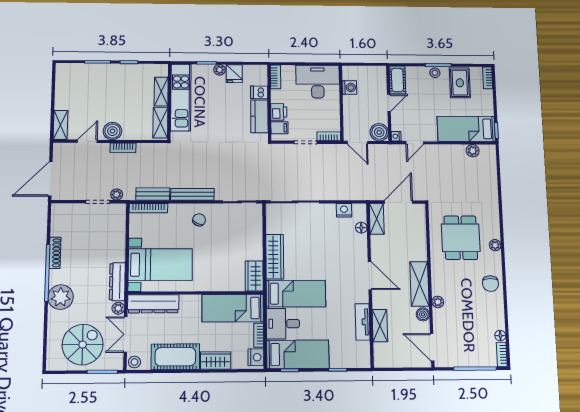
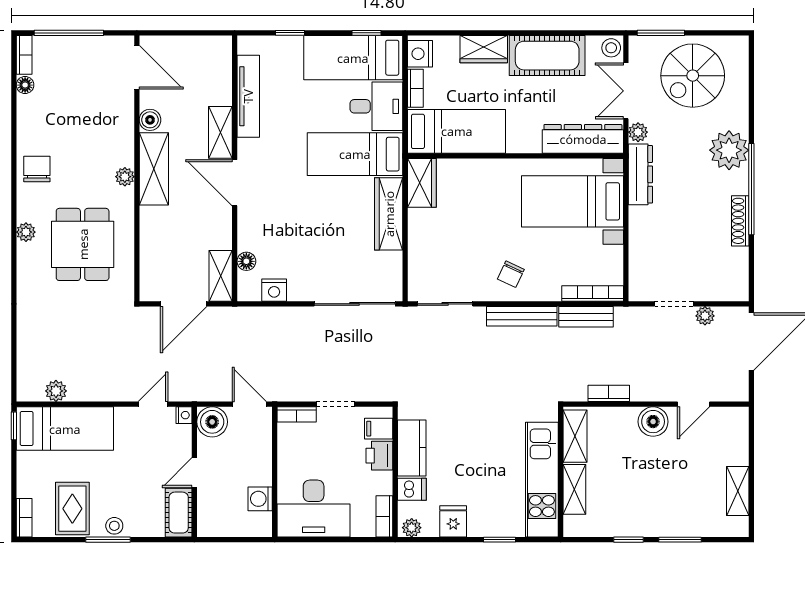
plant: (220, 70) -> (412, 528), moved
shelving: (60, 125) -> (738, 491), moved
bookcase: (123, 148) -> (609, 393), moved
plant: (117, 195) -> (705, 316), moved
plant: (438, 302) -> (125, 177), moved
tv unit: (363, 322) -> (248, 96), width x1.41
shelving: (380, 326) -> (220, 132), moved
double door: (125, 334) -> (626, 91), swing flipped

